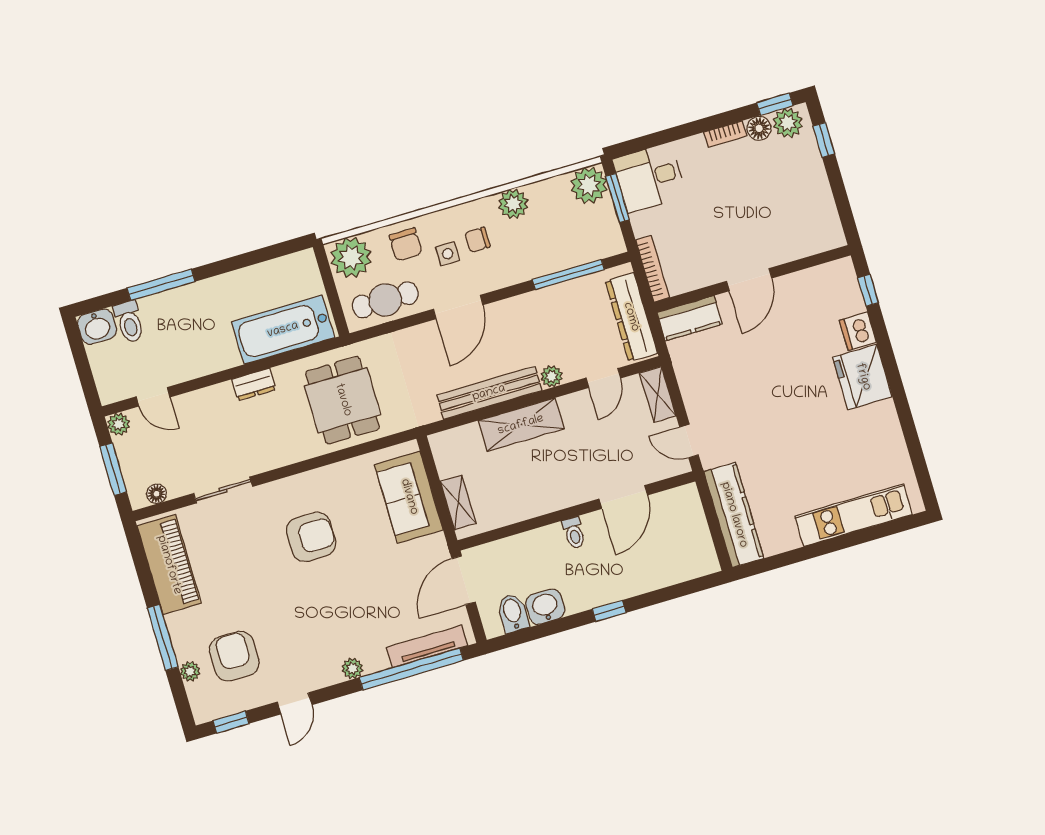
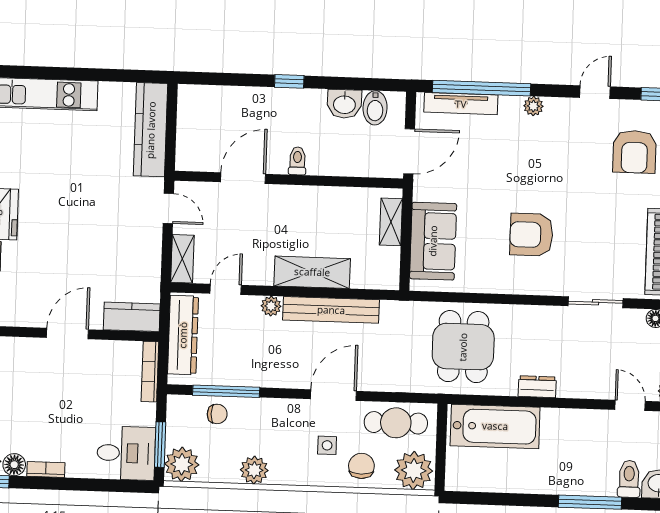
chair: (477, 240) -> (217, 414), moved

